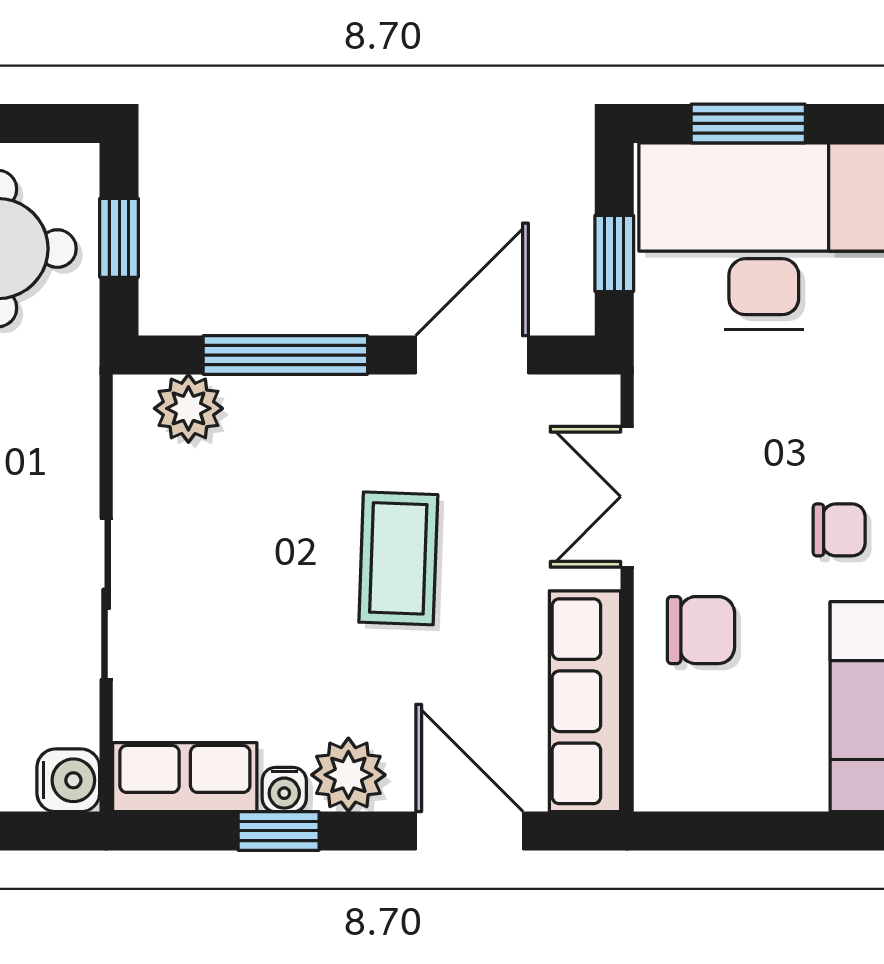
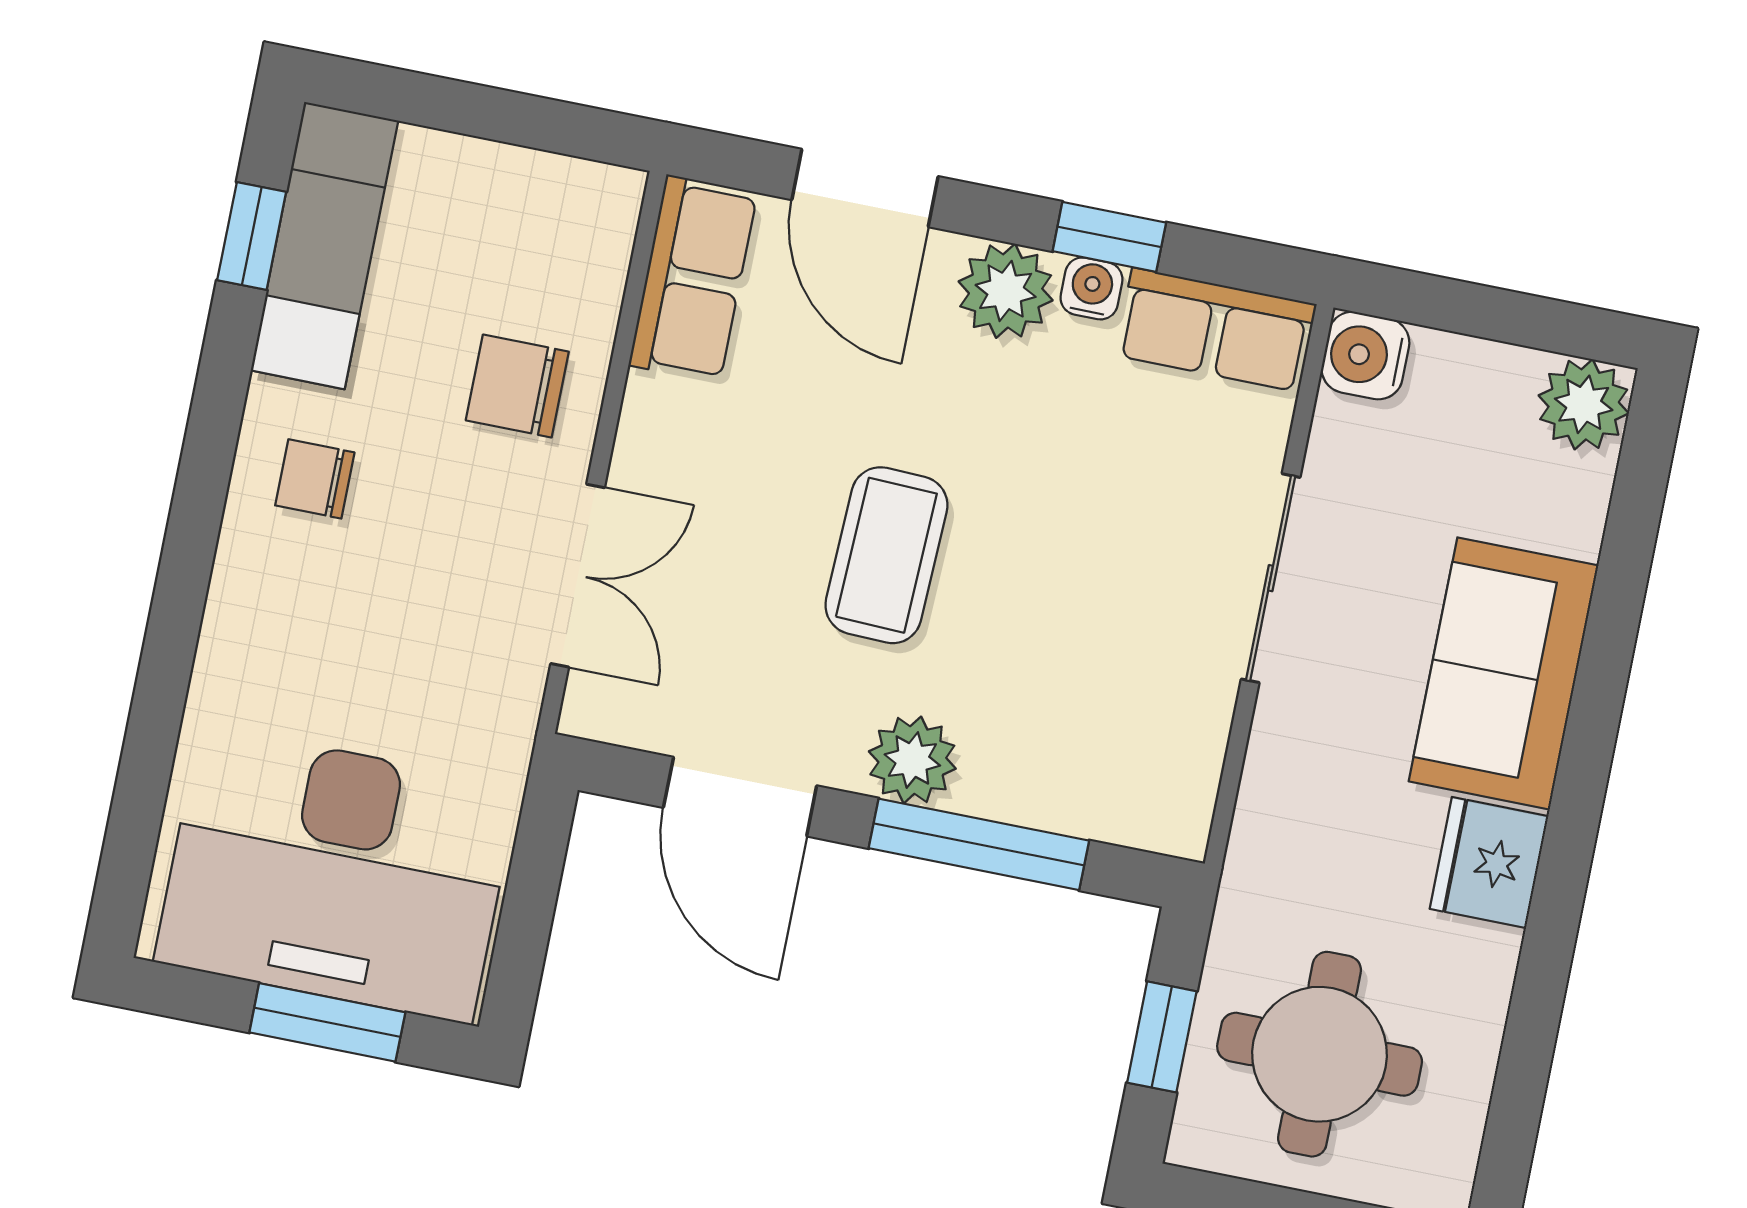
window: (614, 253) -> (532, 890), removed
door: (472, 355) -> (740, 797), hinge flipped
plant: (188, 408) -> (912, 760), moved
row of seats: (585, 701) -> (693, 279), width x0.68

